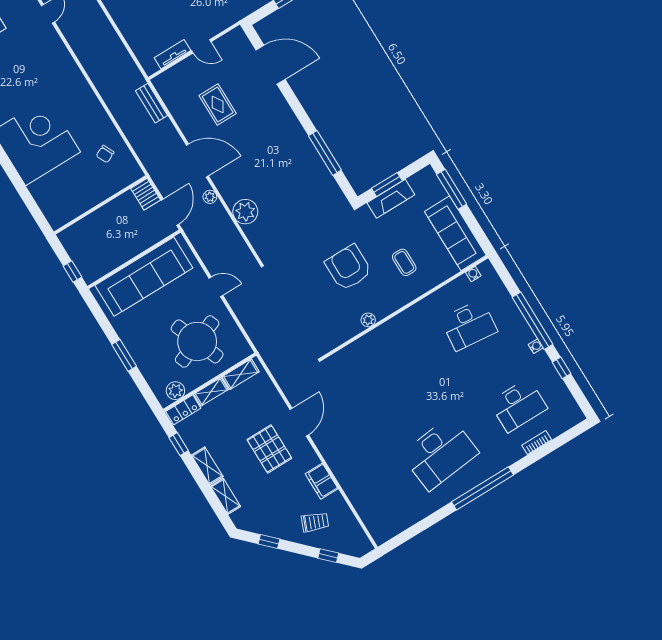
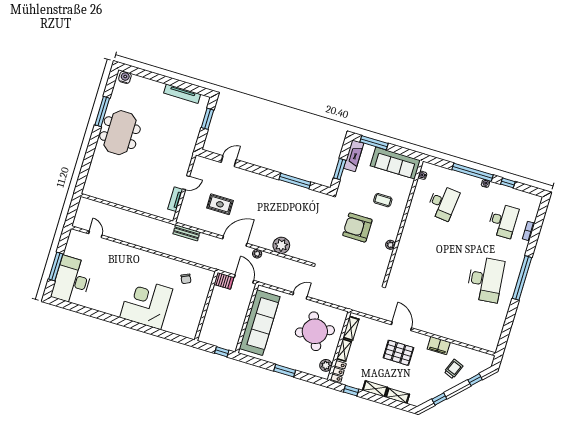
door: (270, 65) -> (229, 161), width x0.53
fireplace: (391, 199) -> (354, 156), moved

